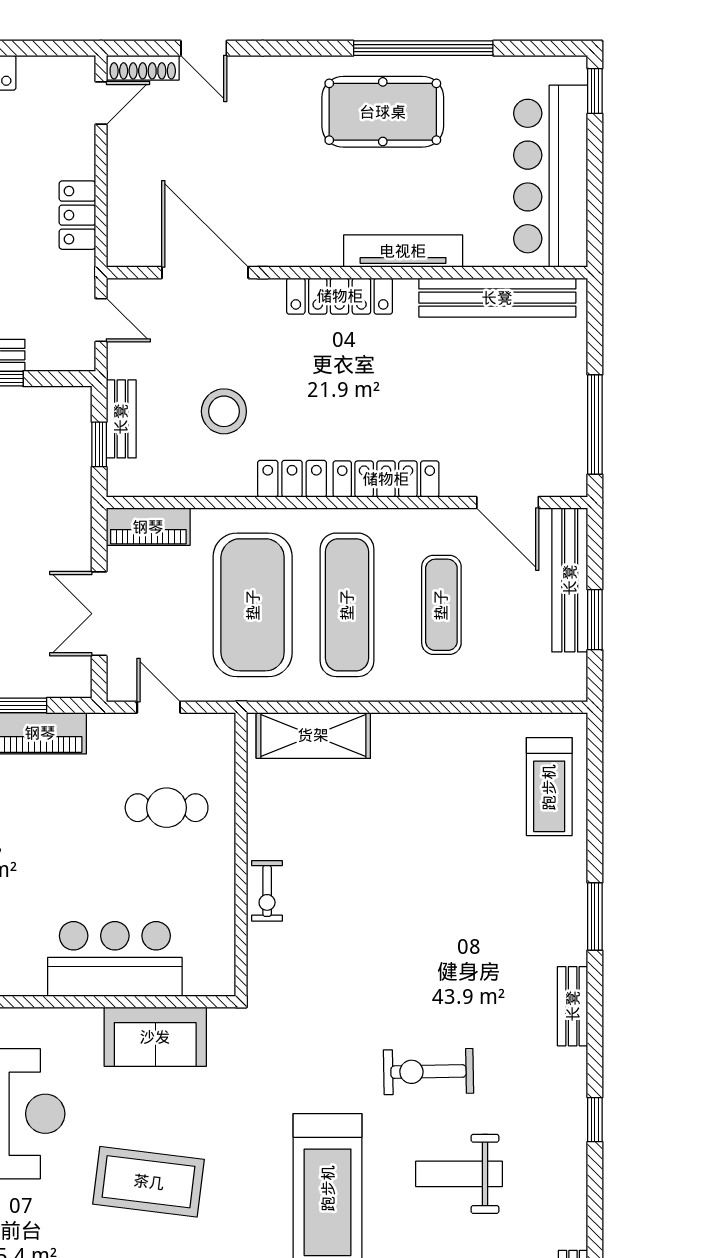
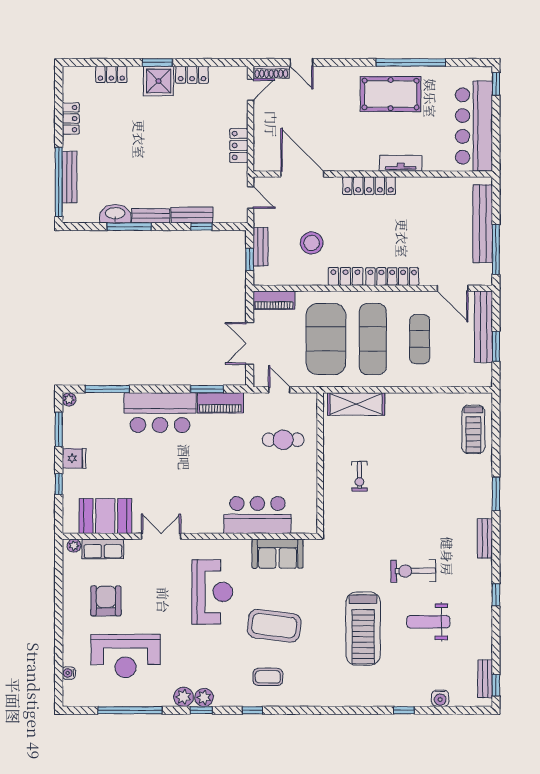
tv unit: (403, 251) -> (401, 163), width x0.71
bench: (497, 298) -> (483, 224), moved, turned 90
exercise bike: (267, 891) -> (359, 476), moved

